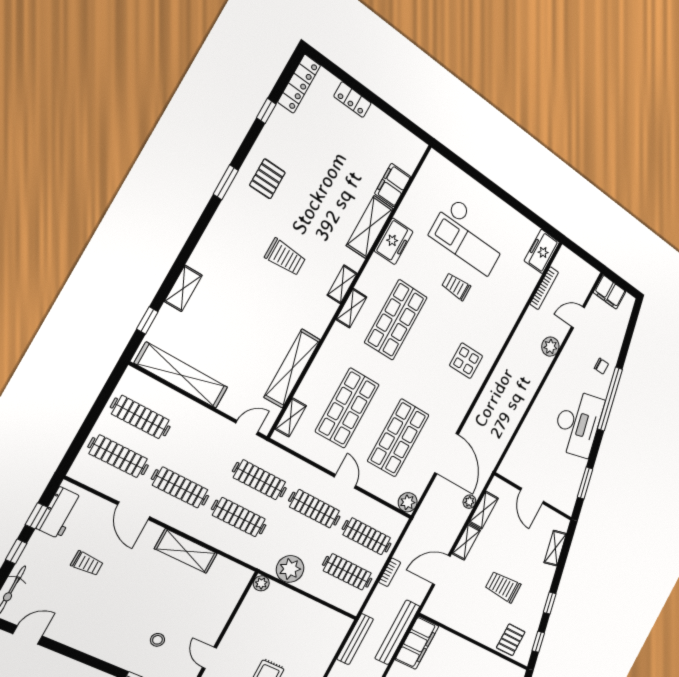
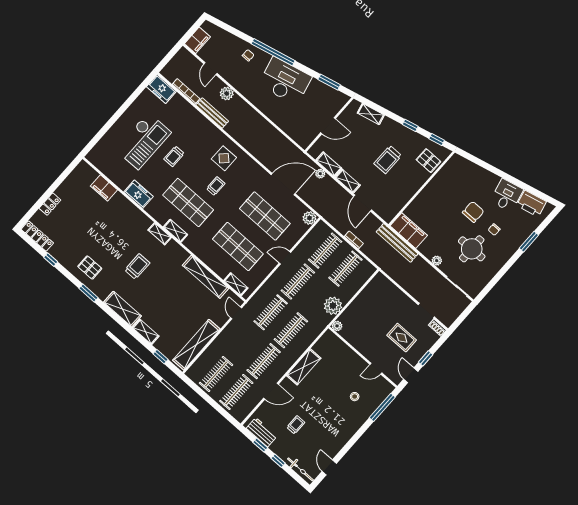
shelving: (370, 227) -> (122, 309), moved
trolley: (426, 357) -> (216, 186), added
bench: (355, 639) -> (212, 113), moved

